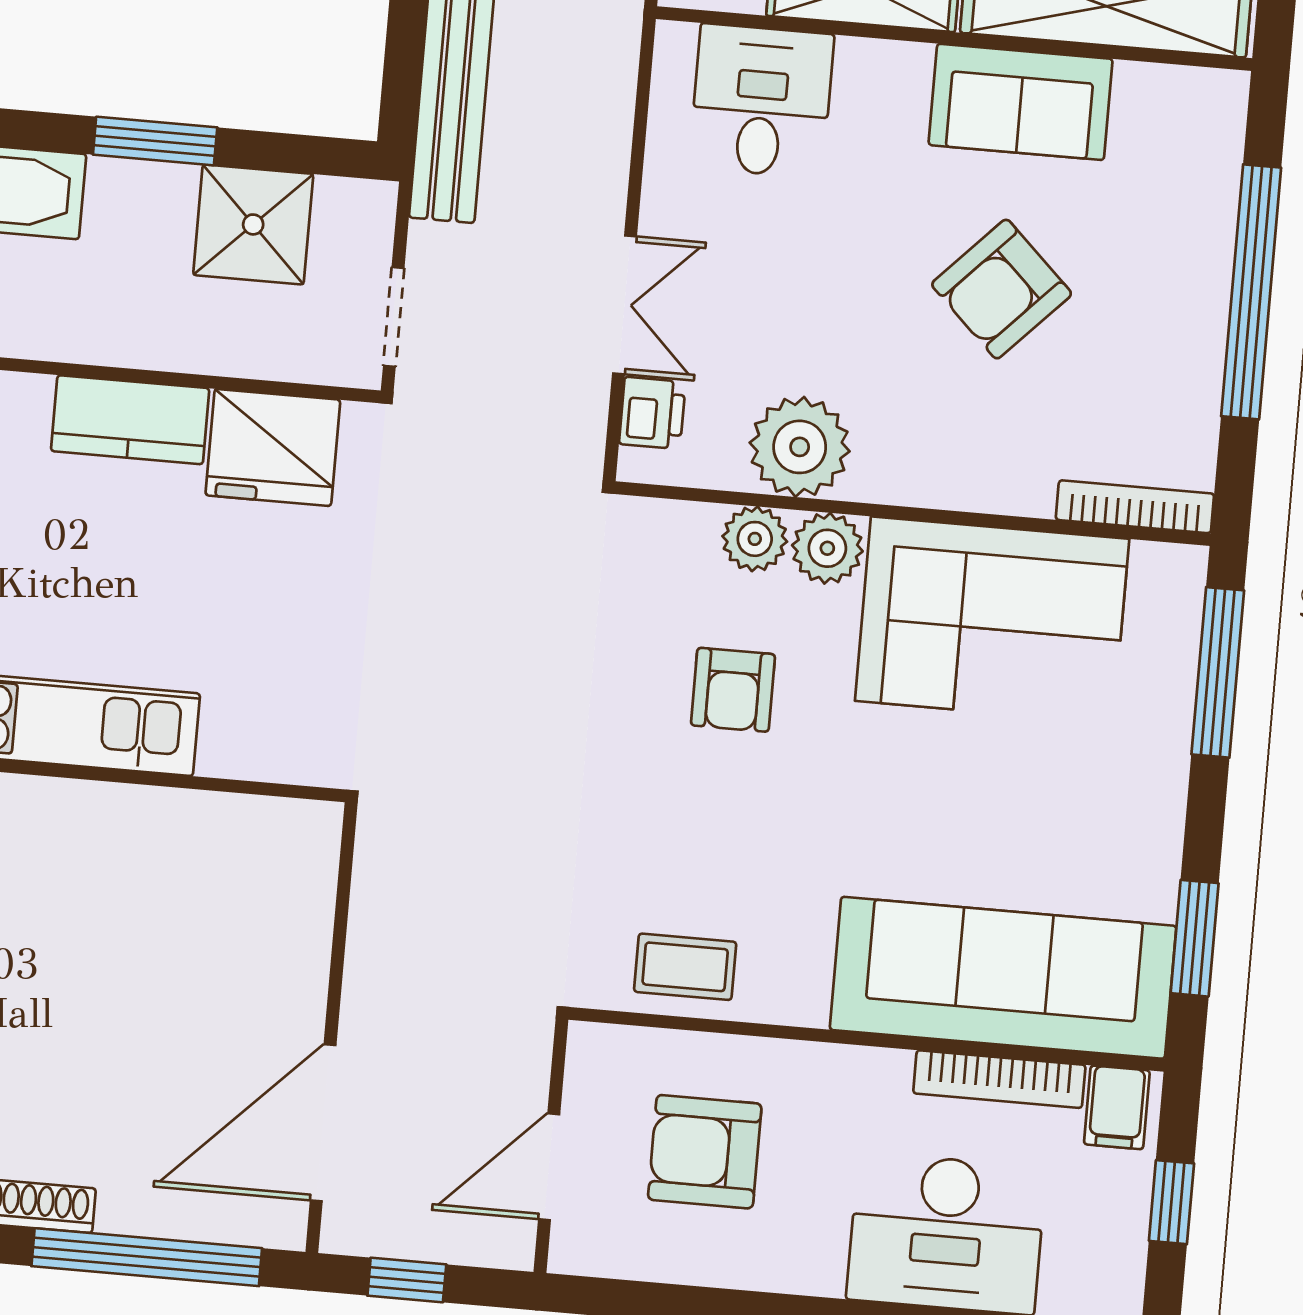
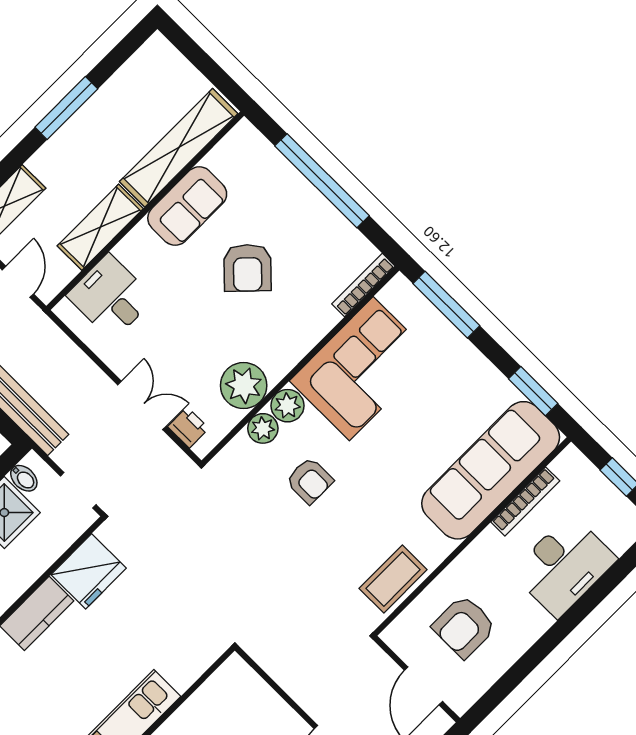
bidet: (338, 209) -> (24, 478), added
coffee table: (685, 967) -> (393, 579), width x1.36, depth x1.30
filing cabinet: (1117, 1107) -> (570, 468), removed

